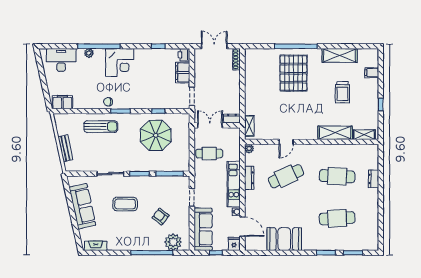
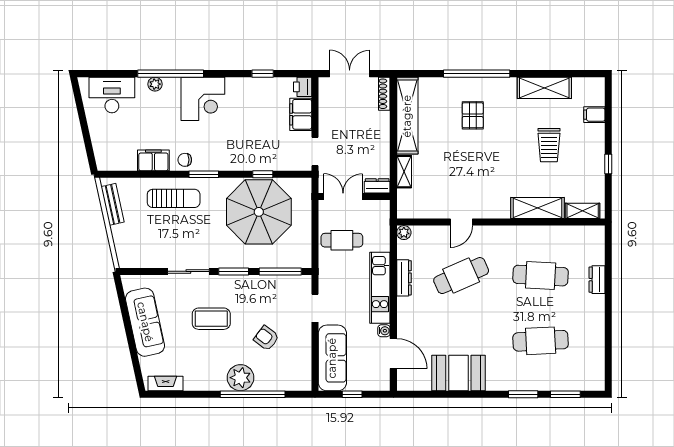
shelving: (251, 73) -> (407, 116), added
pallet: (293, 73) -> (473, 115), width x0.49, depth x0.50
filing cabinet: (62, 102) -> (153, 160), moved
shelving: (249, 126) -> (404, 172), moved
parasol: (156, 135) -> (259, 212), width x1.36, depth x1.36
bench: (65, 148) -> (113, 204), moved
plant: (173, 242) -> (241, 378), moved
fridge: (234, 244) -> (380, 381), removed

